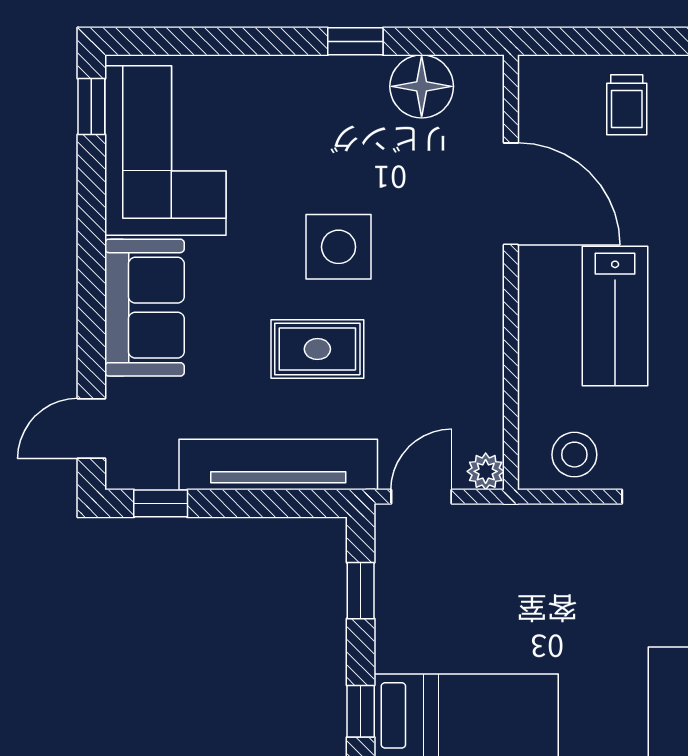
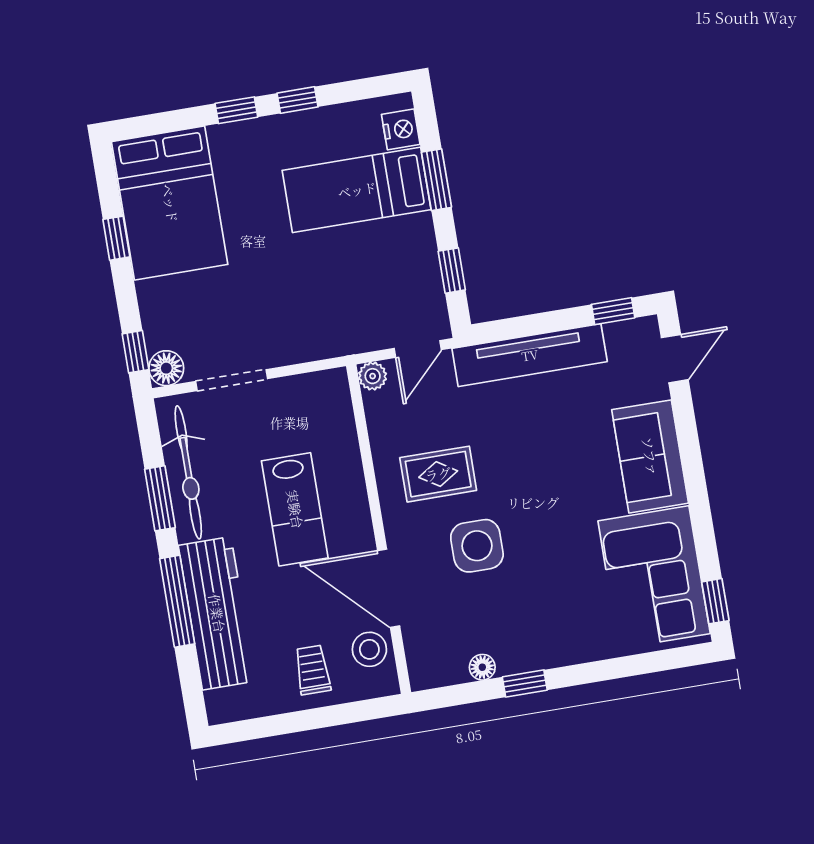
floor lamp: (422, 86) -> (482, 667), width x0.53, depth x0.53
side table: (339, 247) -> (477, 546), moved
lab bench: (615, 316) -> (295, 509), turned 180
rug: (317, 349) -> (438, 474), moved
stool: (574, 455) -> (369, 649), moved
window: (361, 711) -> (437, 180), width x1.50

